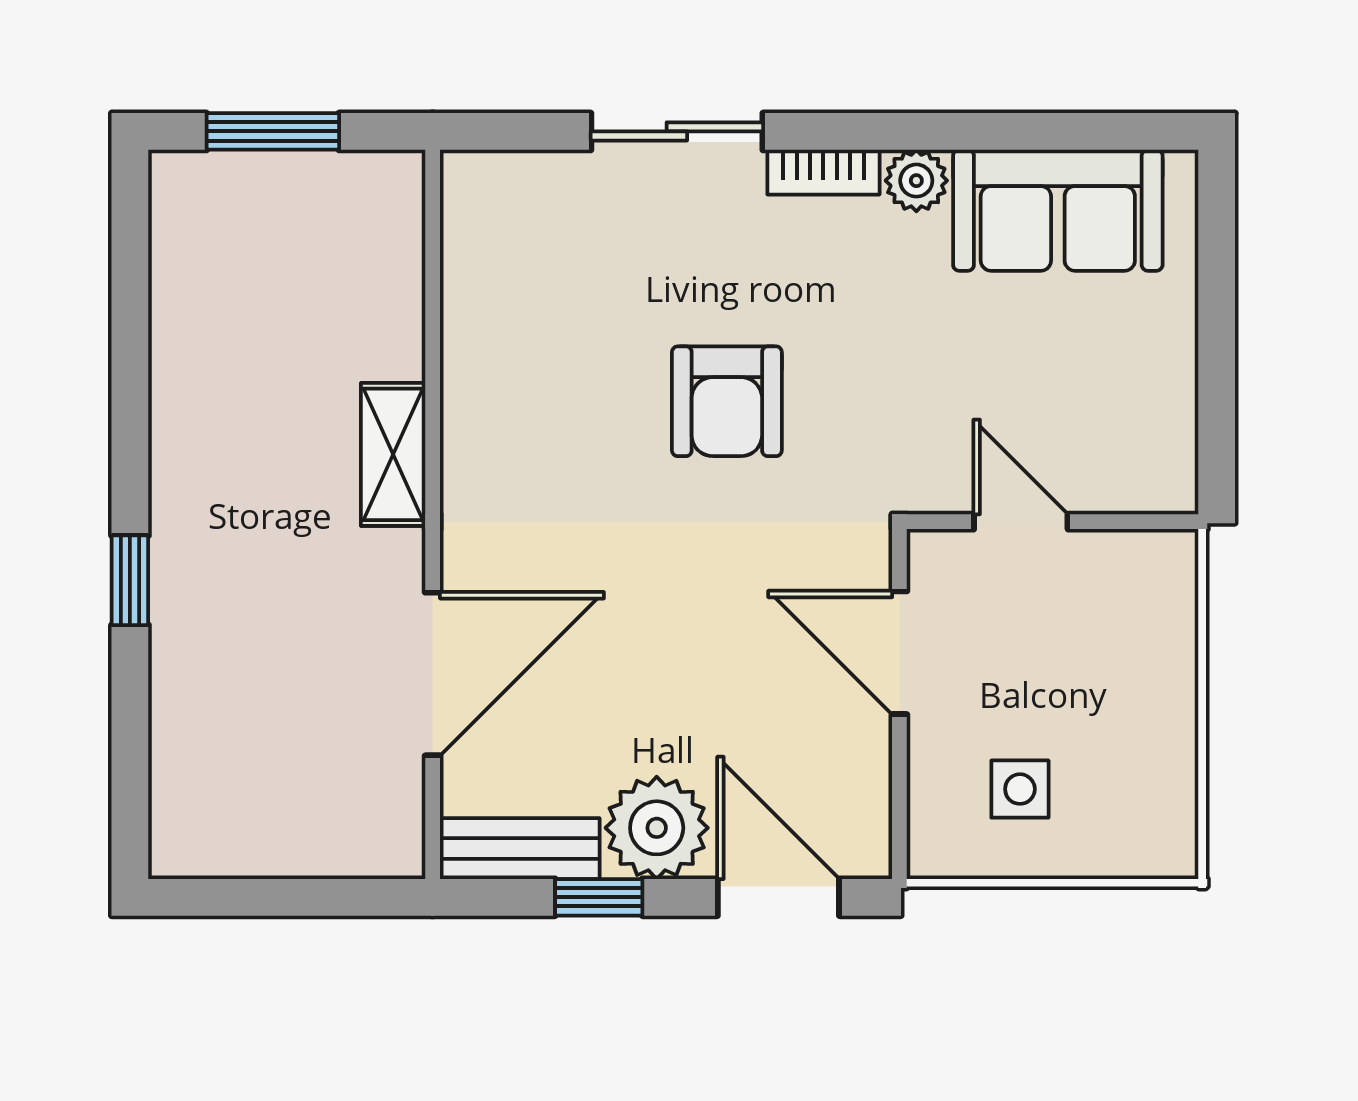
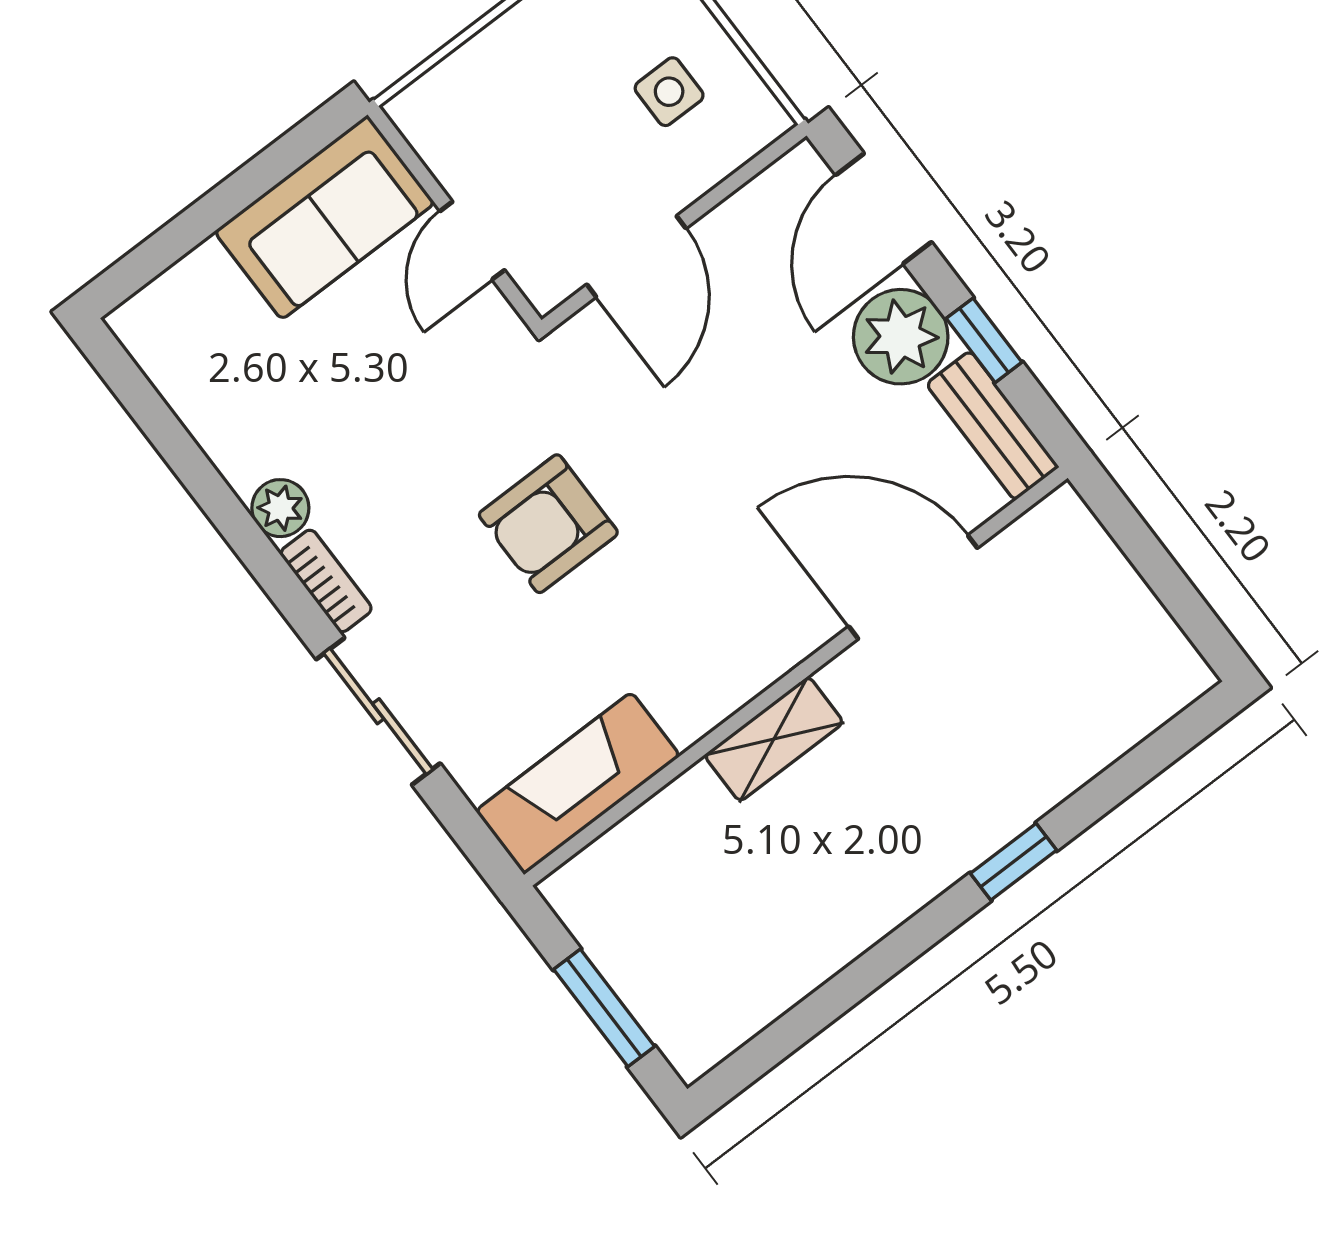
sofa: (1058, 210) -> (325, 217), moved, turned 90
fireplace: (484, 256) -> (578, 783), added
armchair: (727, 401) -> (548, 524), turned 180

